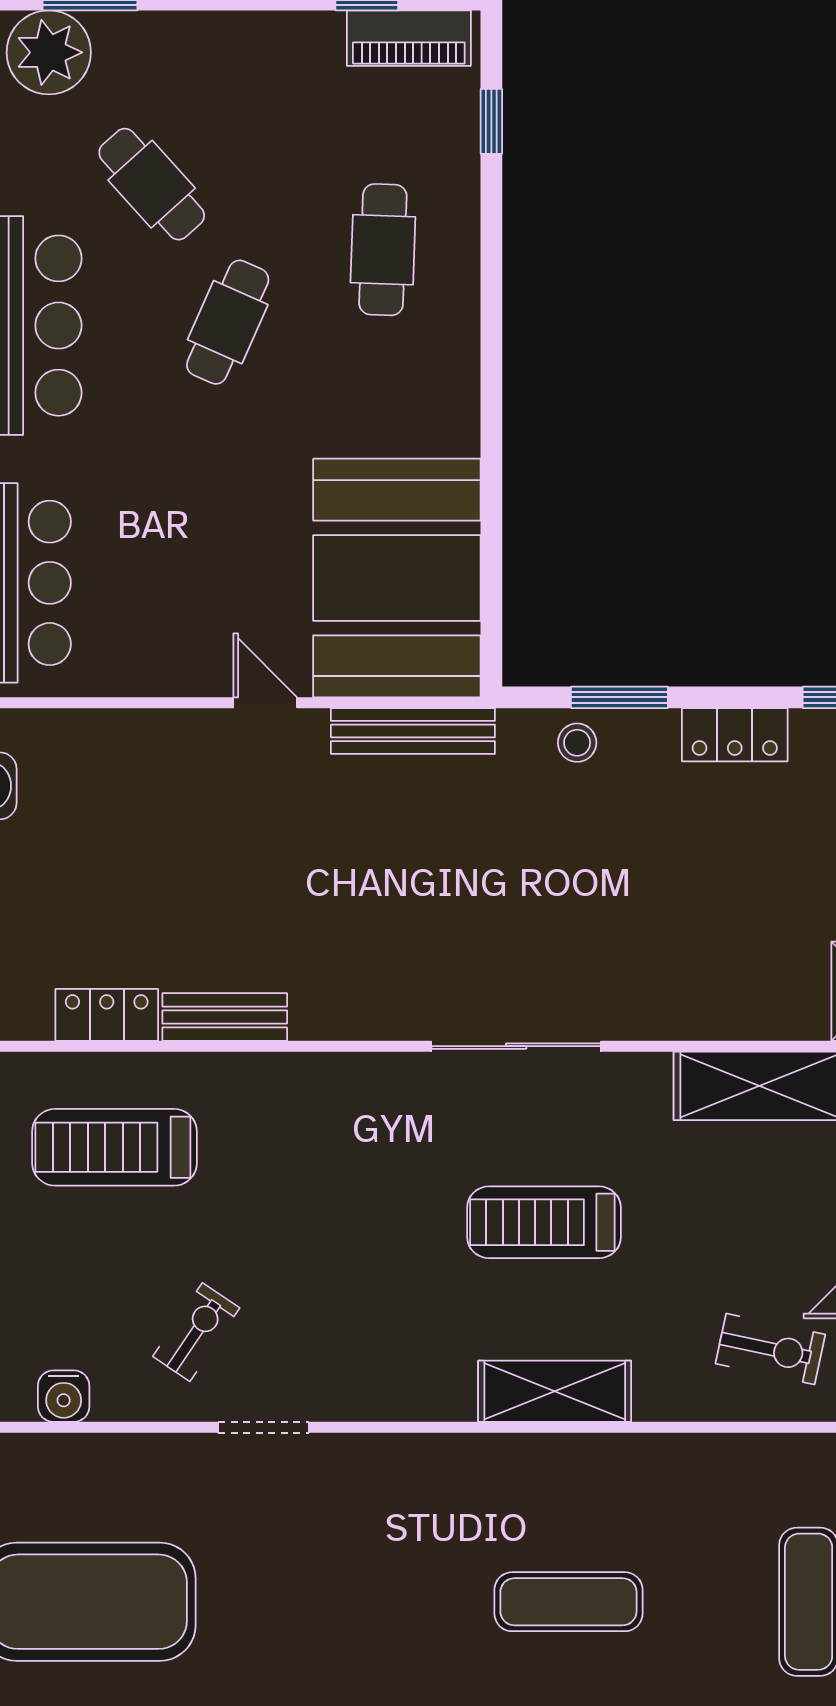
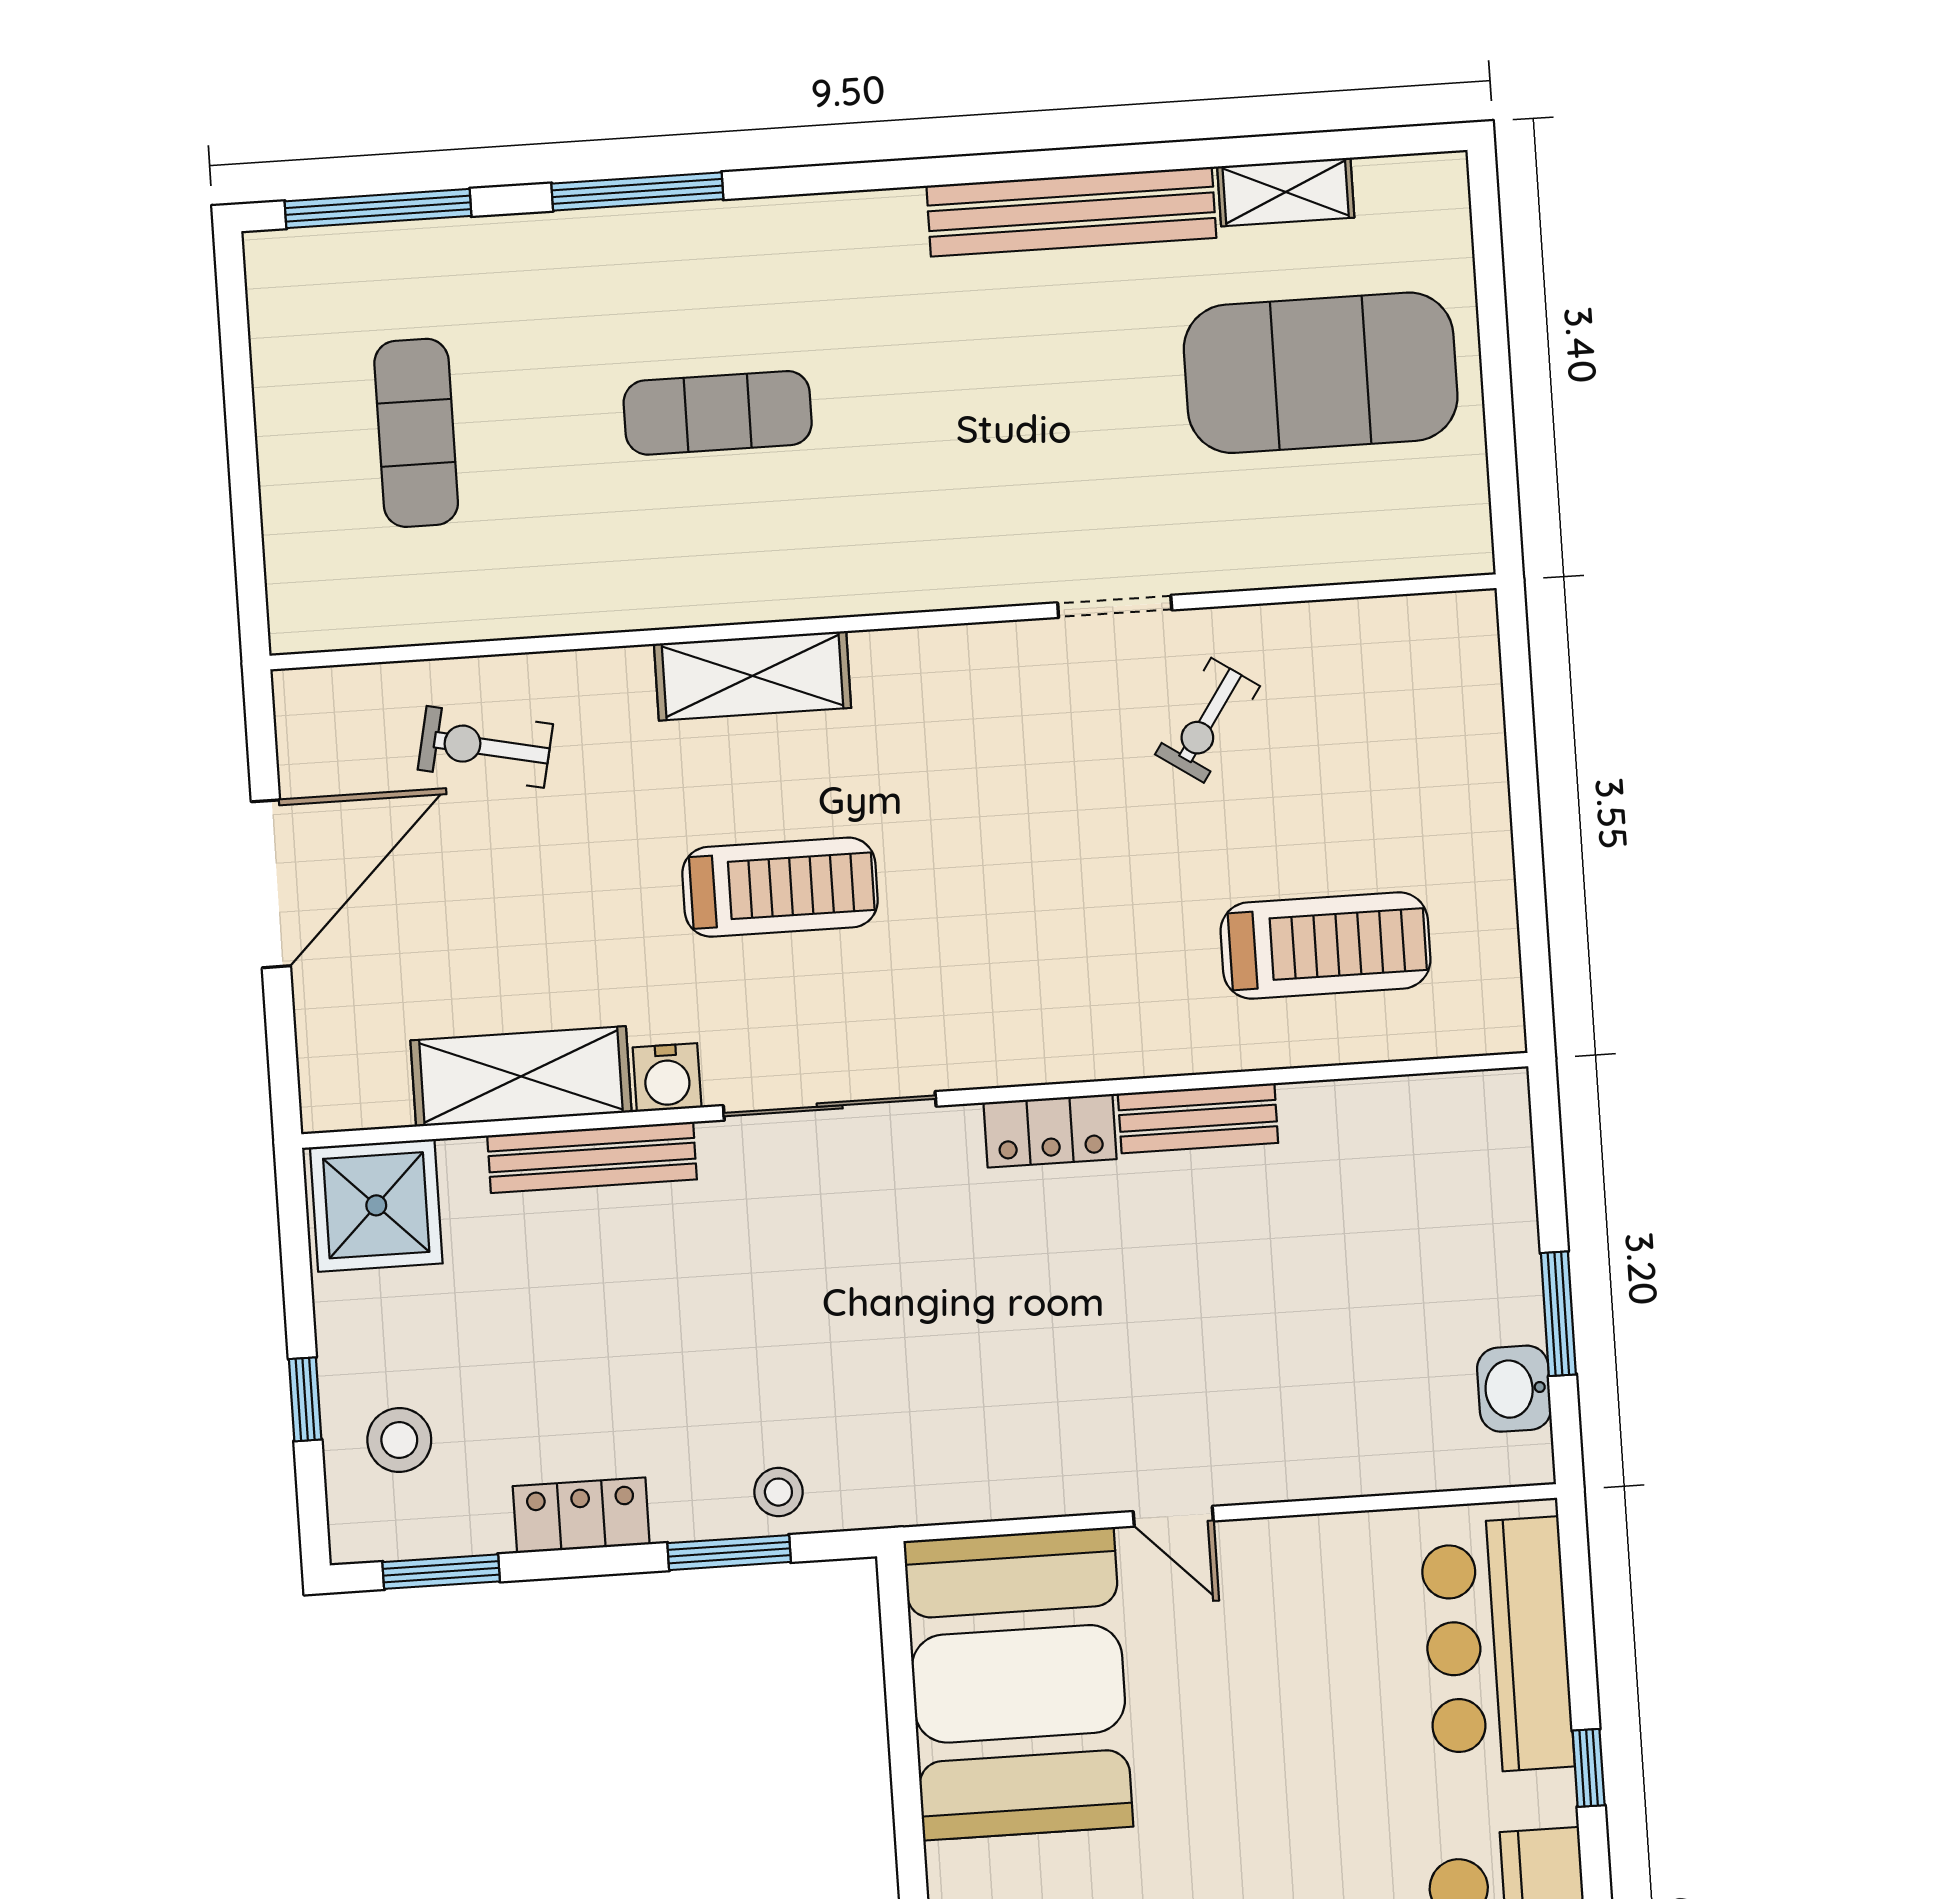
bench: (413, 731) -> (592, 1157), moved
locker: (107, 1015) -> (1050, 1131), moved
water cooler: (64, 1396) -> (667, 1077), moved, turned 180

